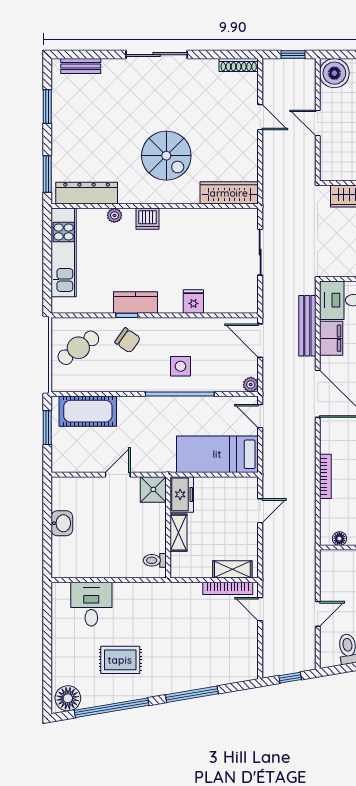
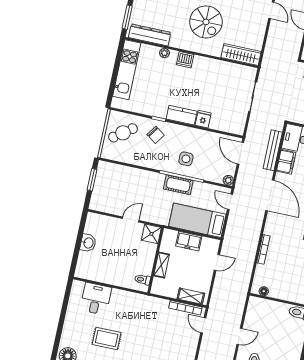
kitchen counter: (136, 303) -> (182, 115), moved
cot: (88, 411) -> (178, 185), moved, width x0.73, depth x0.75
freezer: (182, 494) -> (189, 241), moved, turned 90

